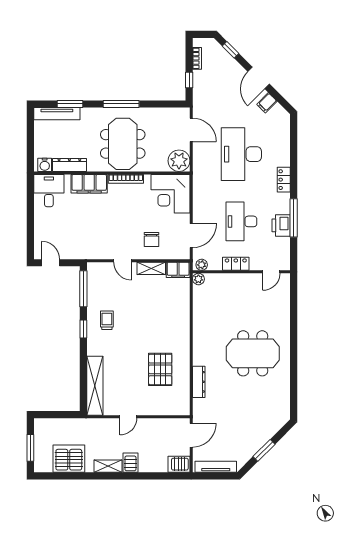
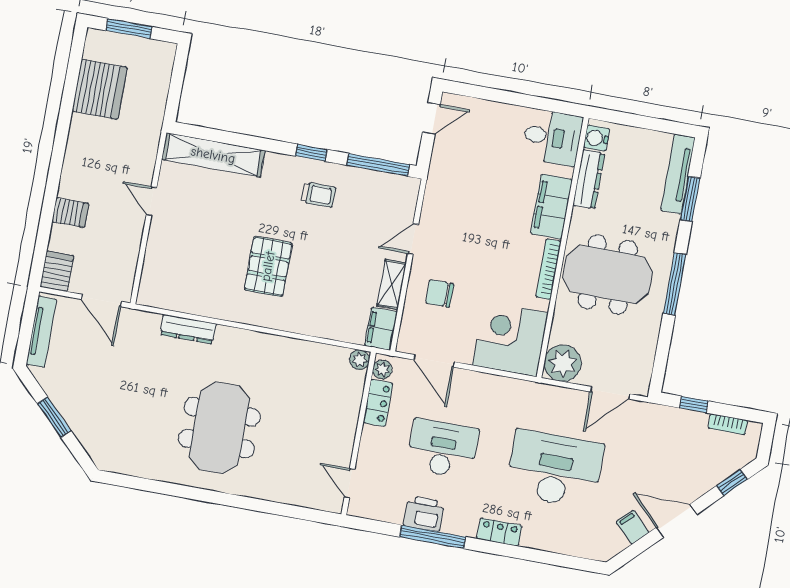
locker: (236, 264) -> (378, 403), moved
pallet: (160, 369) -> (268, 266), moved, turned 90
server rack: (130, 463) -> (70, 213), moved
shelving: (108, 466) -> (75, 153), removed

